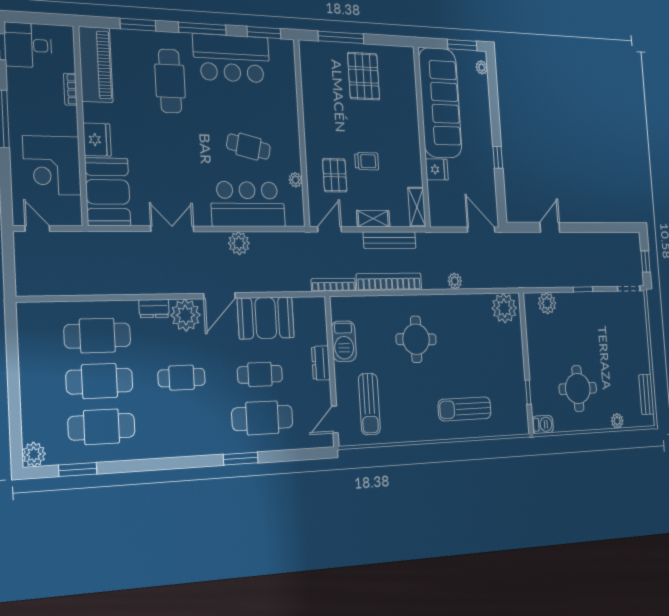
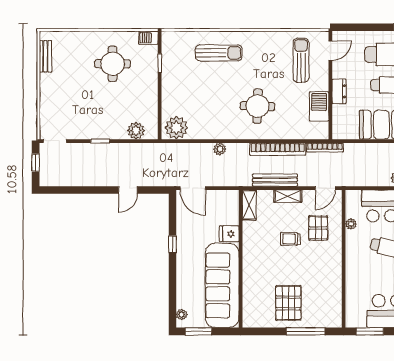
plant: (617, 421) -> (77, 37), removed

